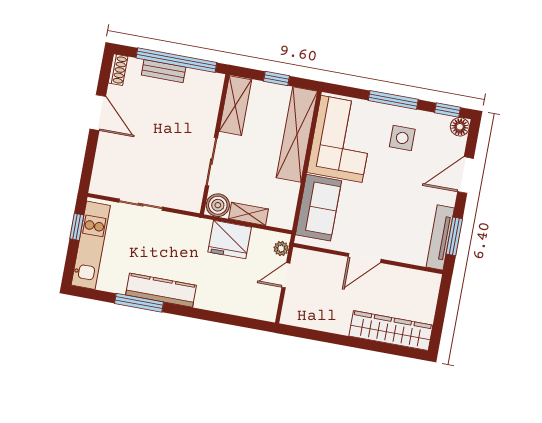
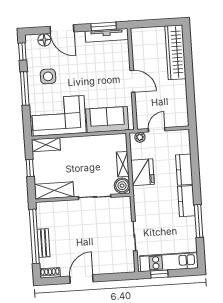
floor lamp: (460, 127) -> (44, 40), moved
shelving: (297, 134) -> (46, 145), width x0.45, depth x0.75
door: (286, 275) -> (157, 130), swing flipped
kitchen counter: (161, 290) -> (186, 201), width x0.67
kitchen counter: (218, 301) -> (184, 170), added

